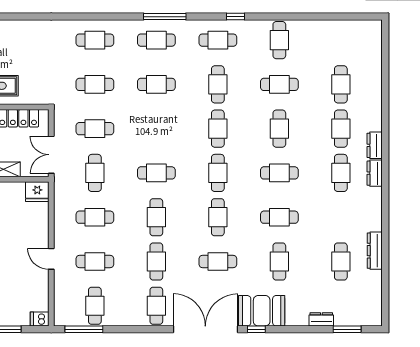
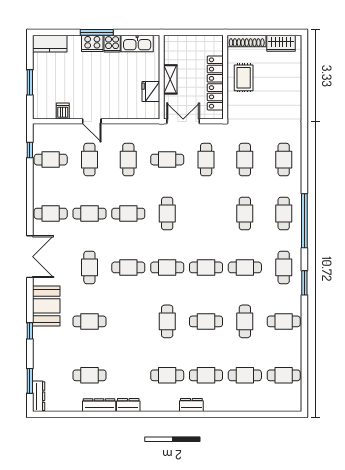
window: (165, 17) -> (304, 221), width x1.46
window: (235, 17) -> (304, 283), width x1.50
dresser: (375, 173) -> (128, 405), moved
fridge: (37, 192) -> (151, 91), moved
cafe table: (279, 217) -> (284, 375), moved, turned 90
door: (51, 259) -> (92, 121), swing flipped
dishwasher: (40, 319) -> (63, 111), moved
dresser: (321, 319) -> (39, 396), moved, width x1.44
window: (84, 329) -> (30, 150), width x0.46
double door: (205, 329) -> (30, 257), width x0.73
window: (256, 329) -> (30, 331), moved

